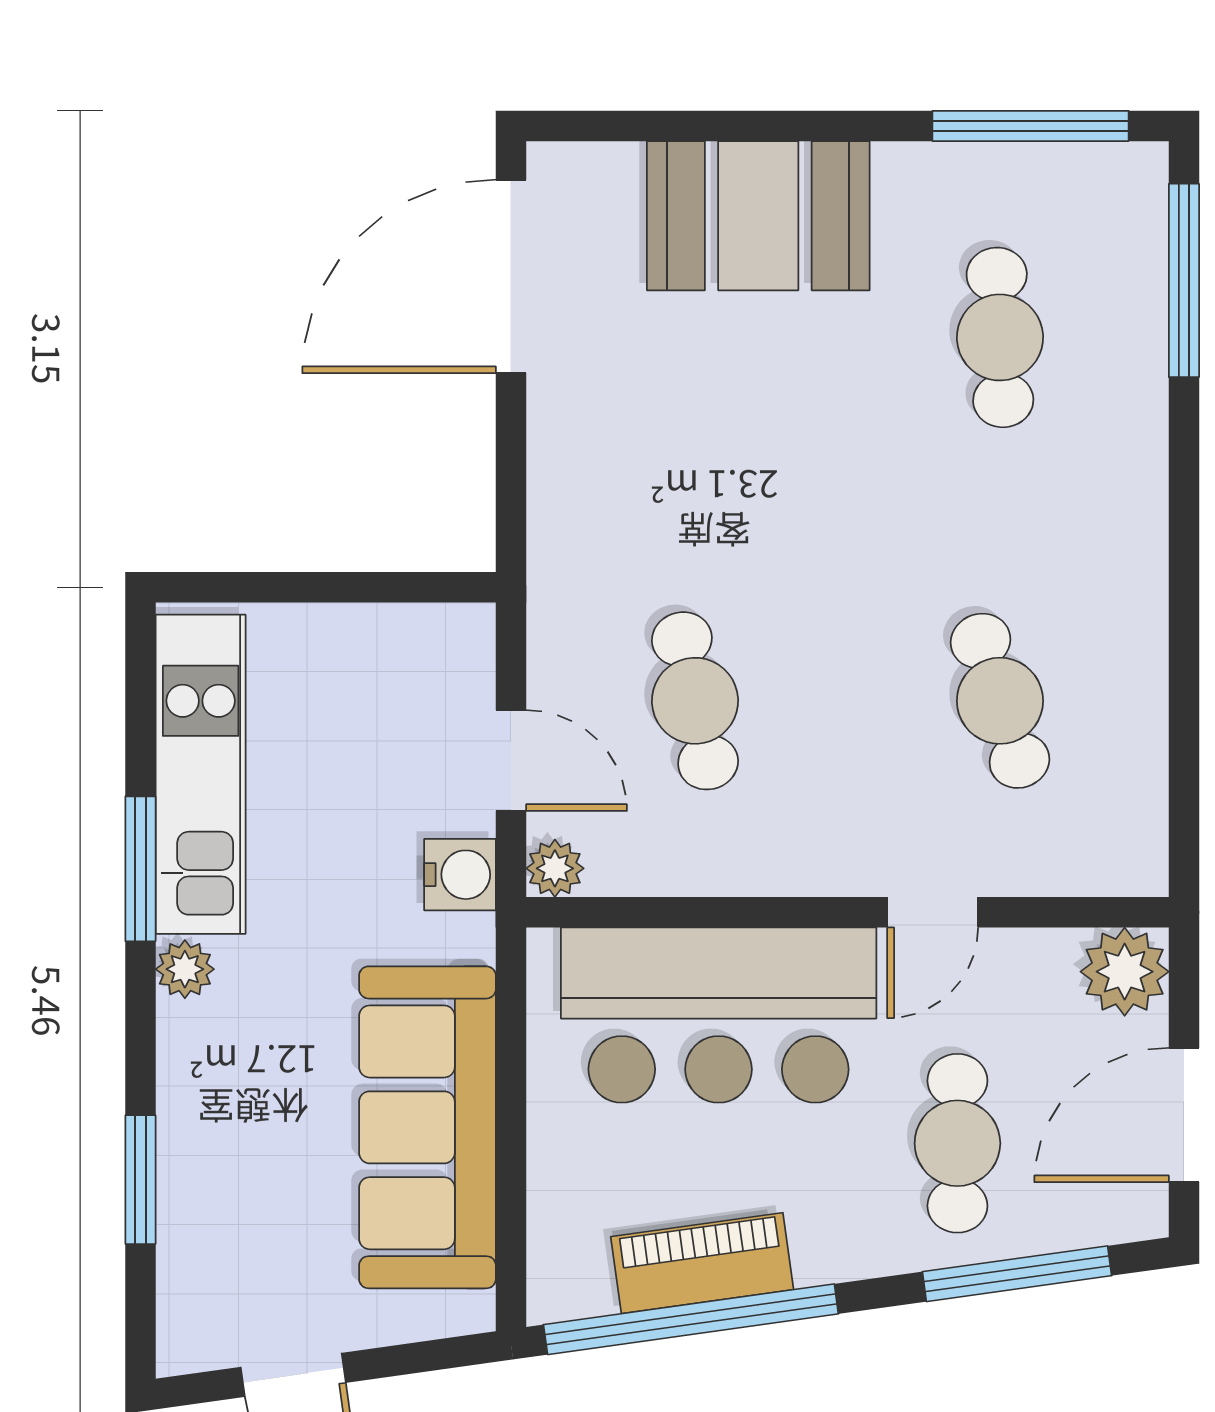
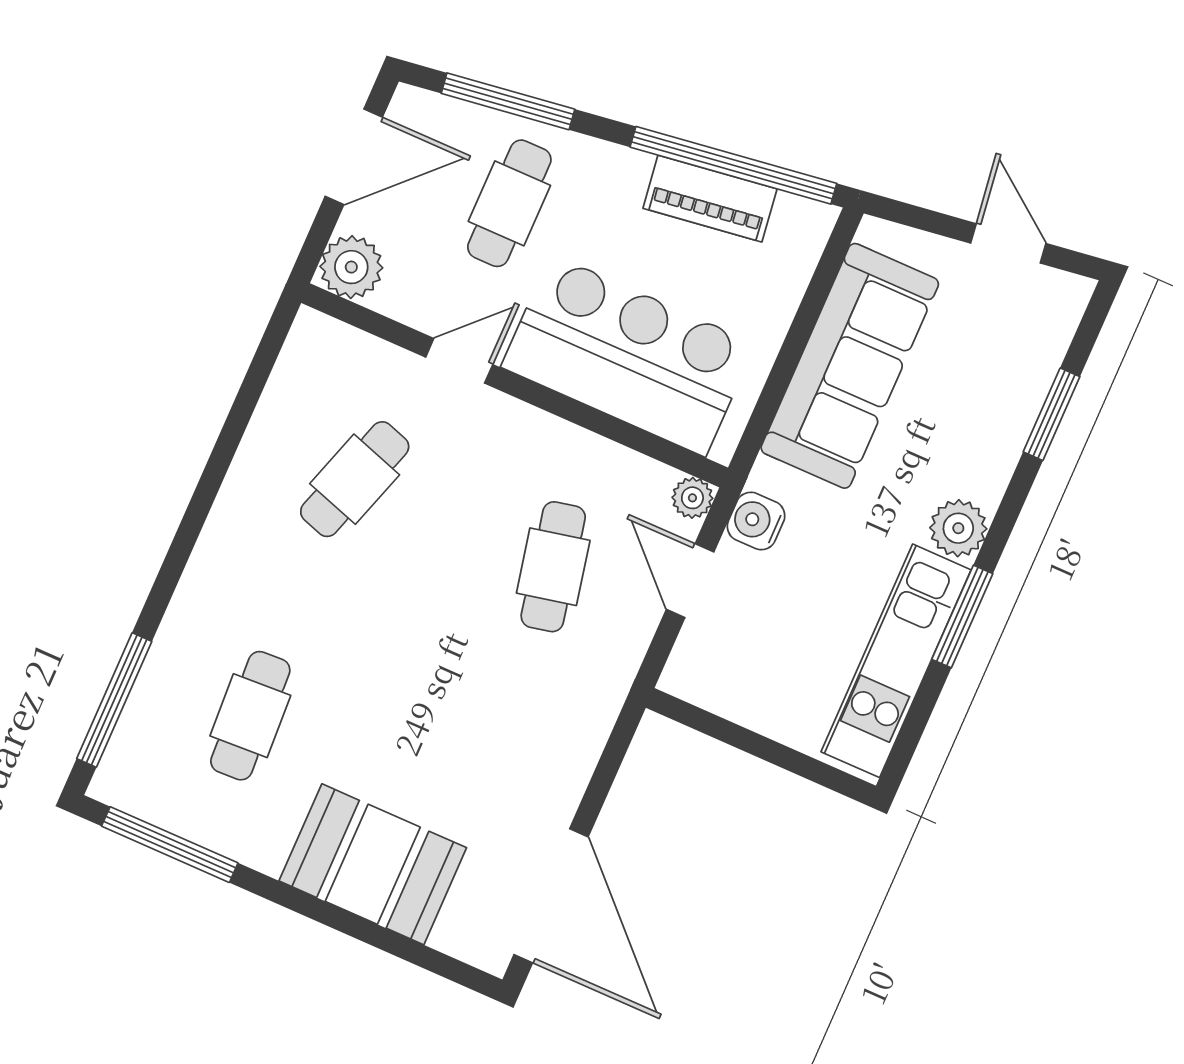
door: (511, 276) -> (551, 896), hinge flipped
cafe table: (1000, 701) -> (355, 479), turned 36
plant: (185, 969) -> (958, 528), width x1.38, depth x1.38

